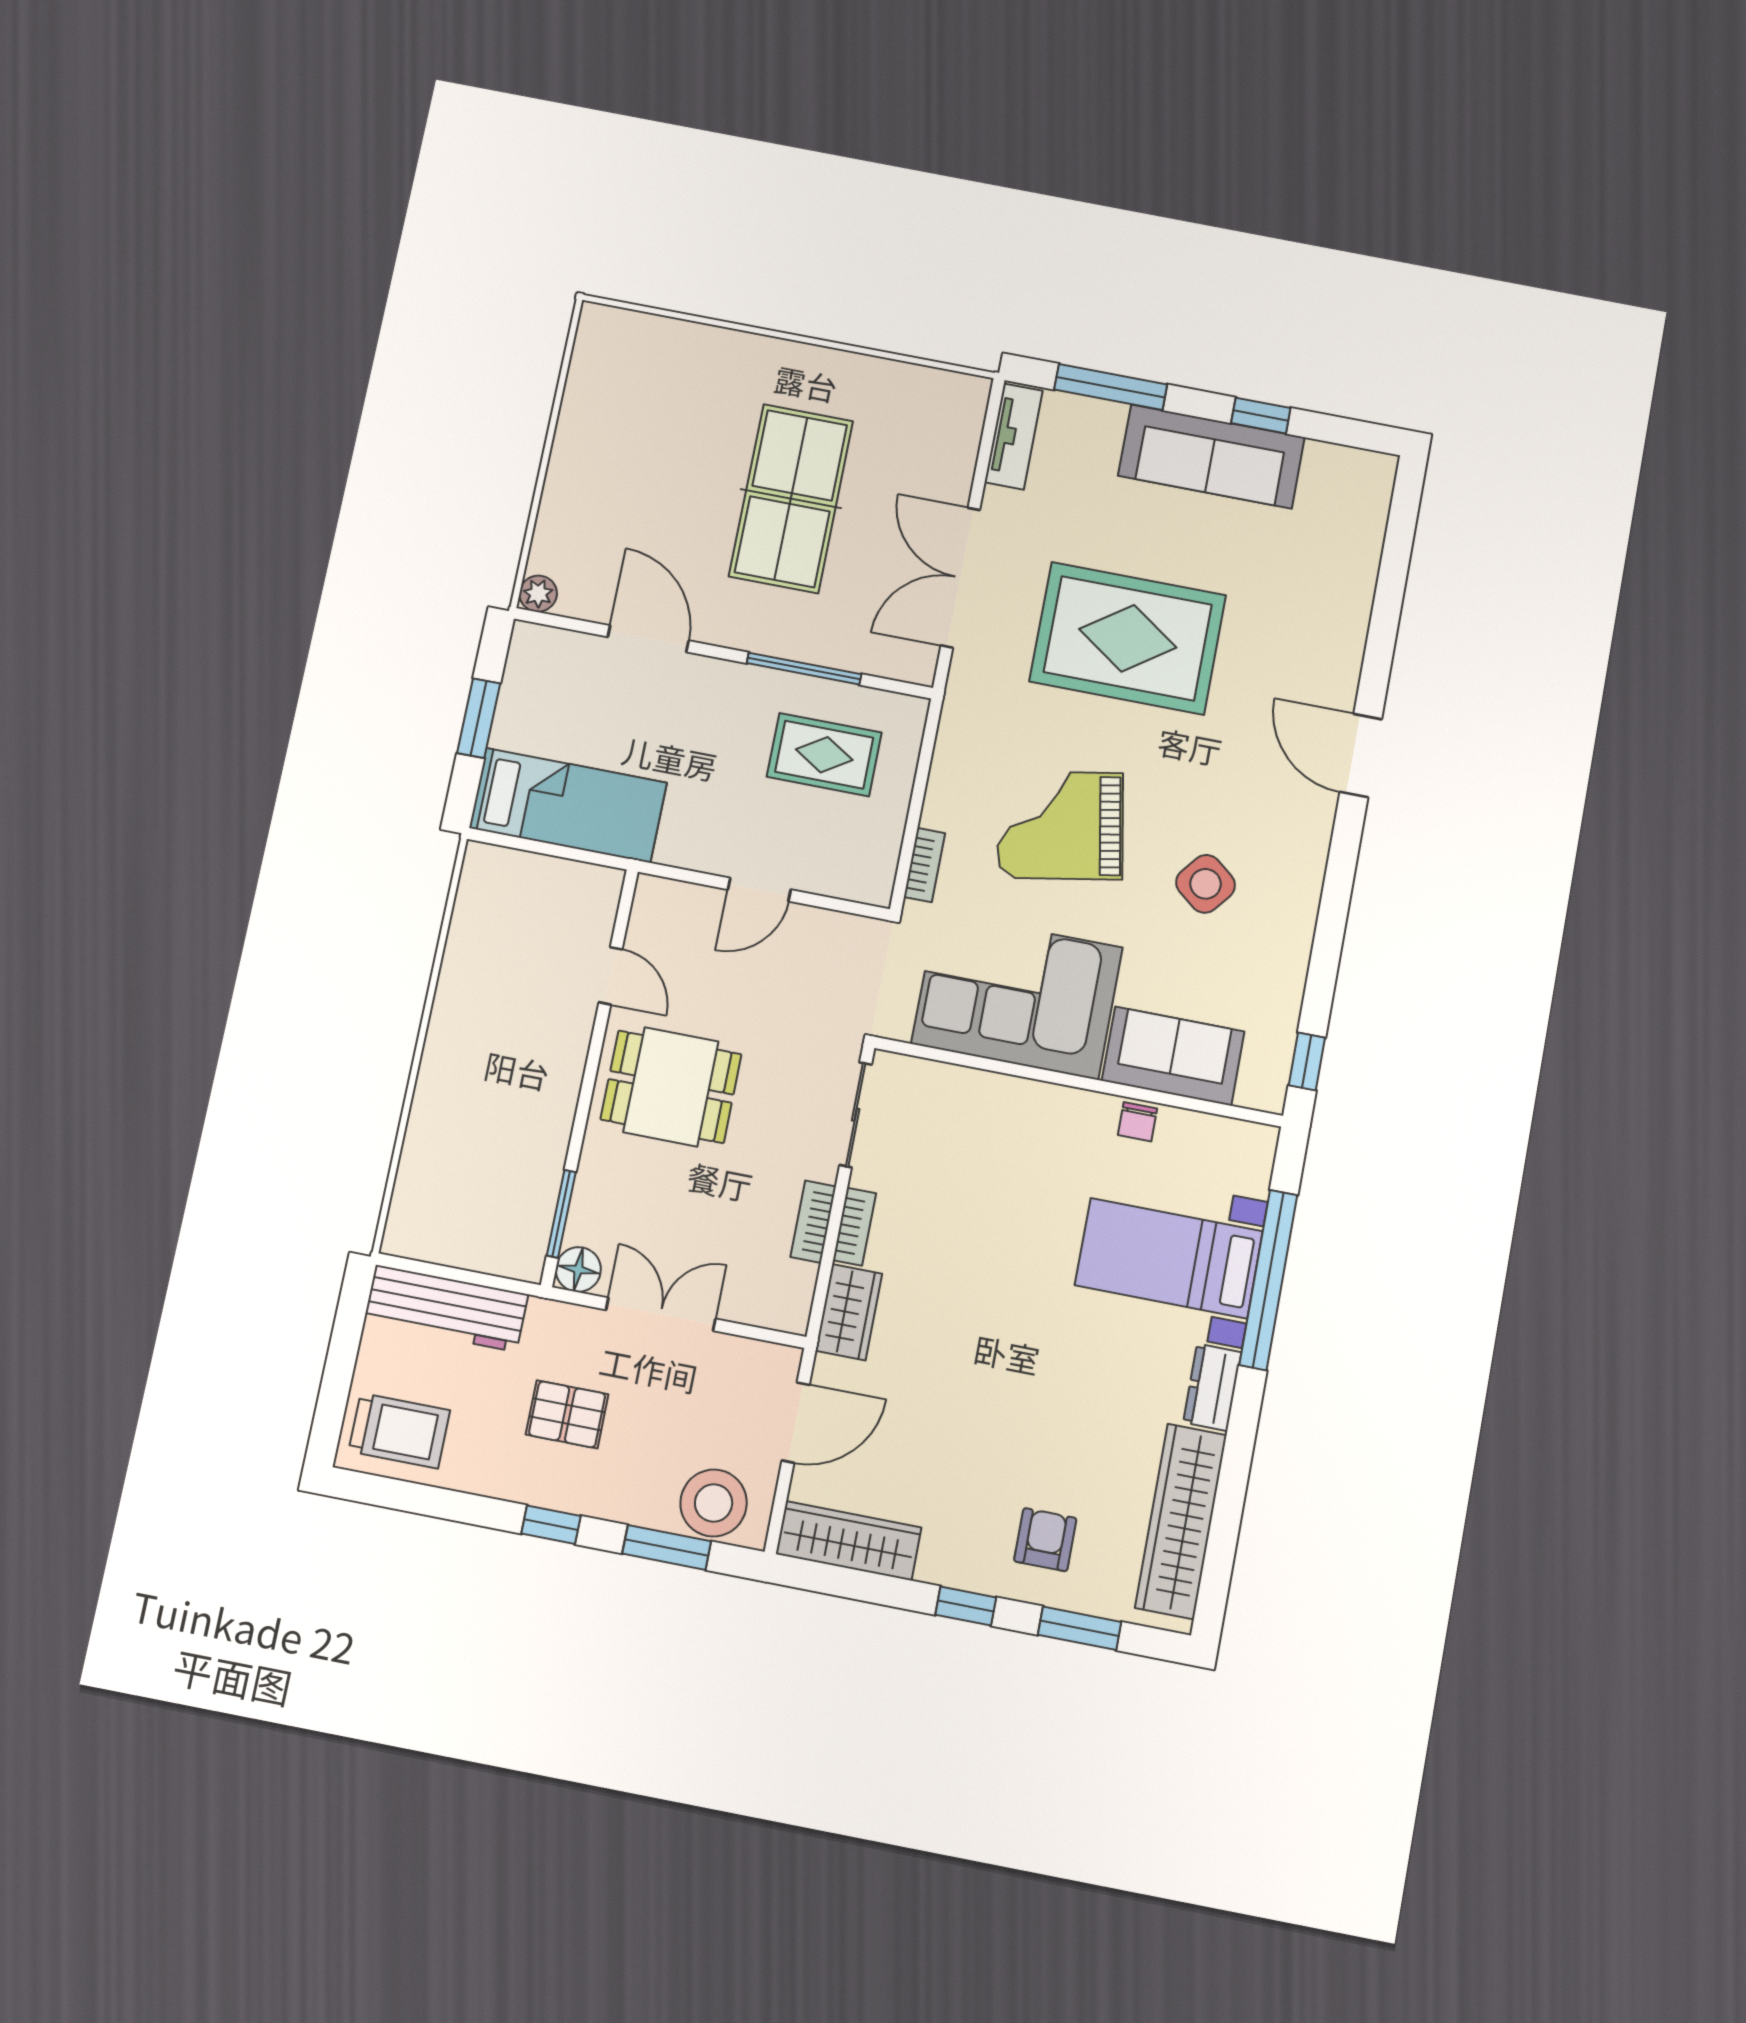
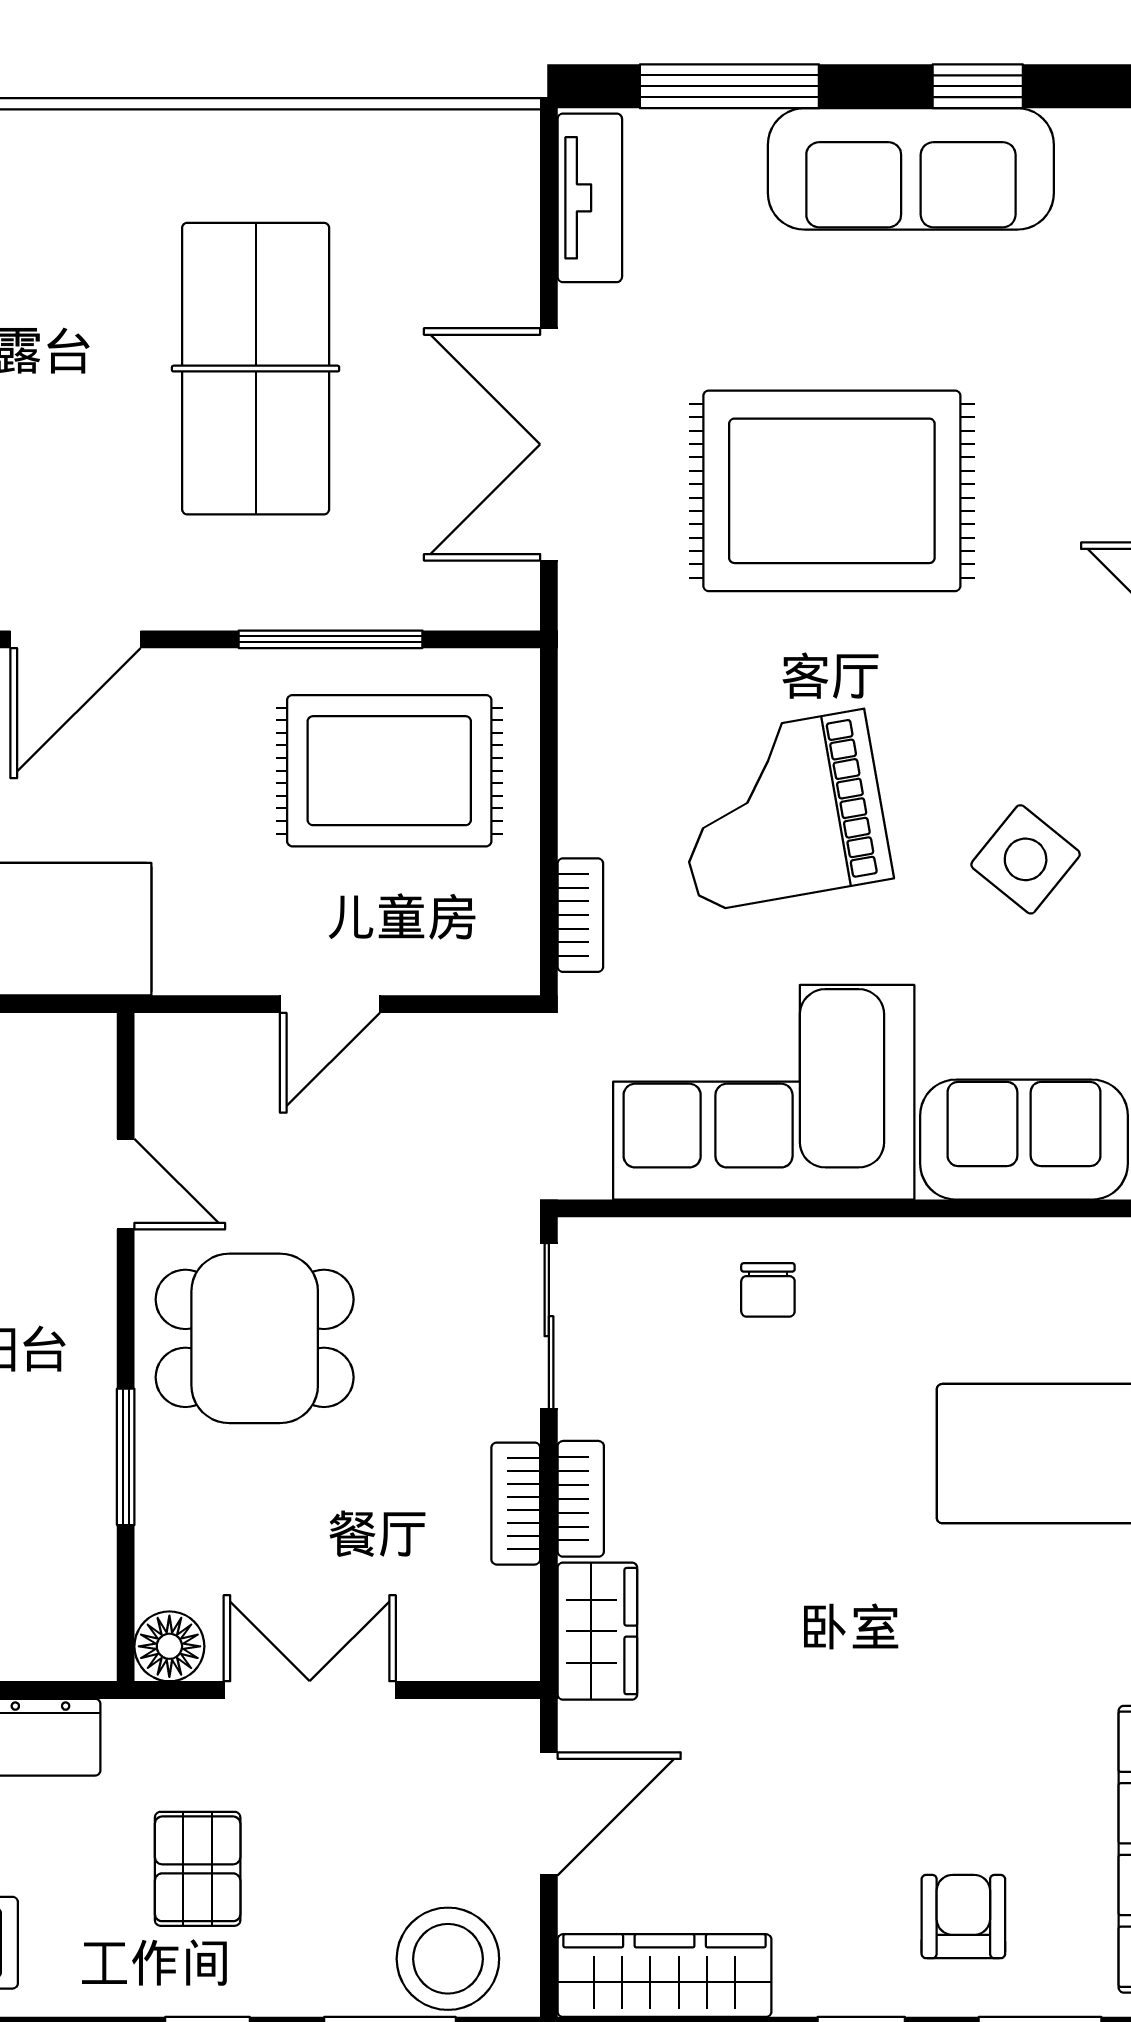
door: (648, 639) -> (76, 639), swing flipped
rug: (824, 755) -> (389, 771), width x1.36, depth x1.43
chair: (1138, 1122) -> (768, 1290), moved
window: (561, 1214) -> (126, 1457), moved
pallet: (567, 1414) -> (198, 1869), turned 90

